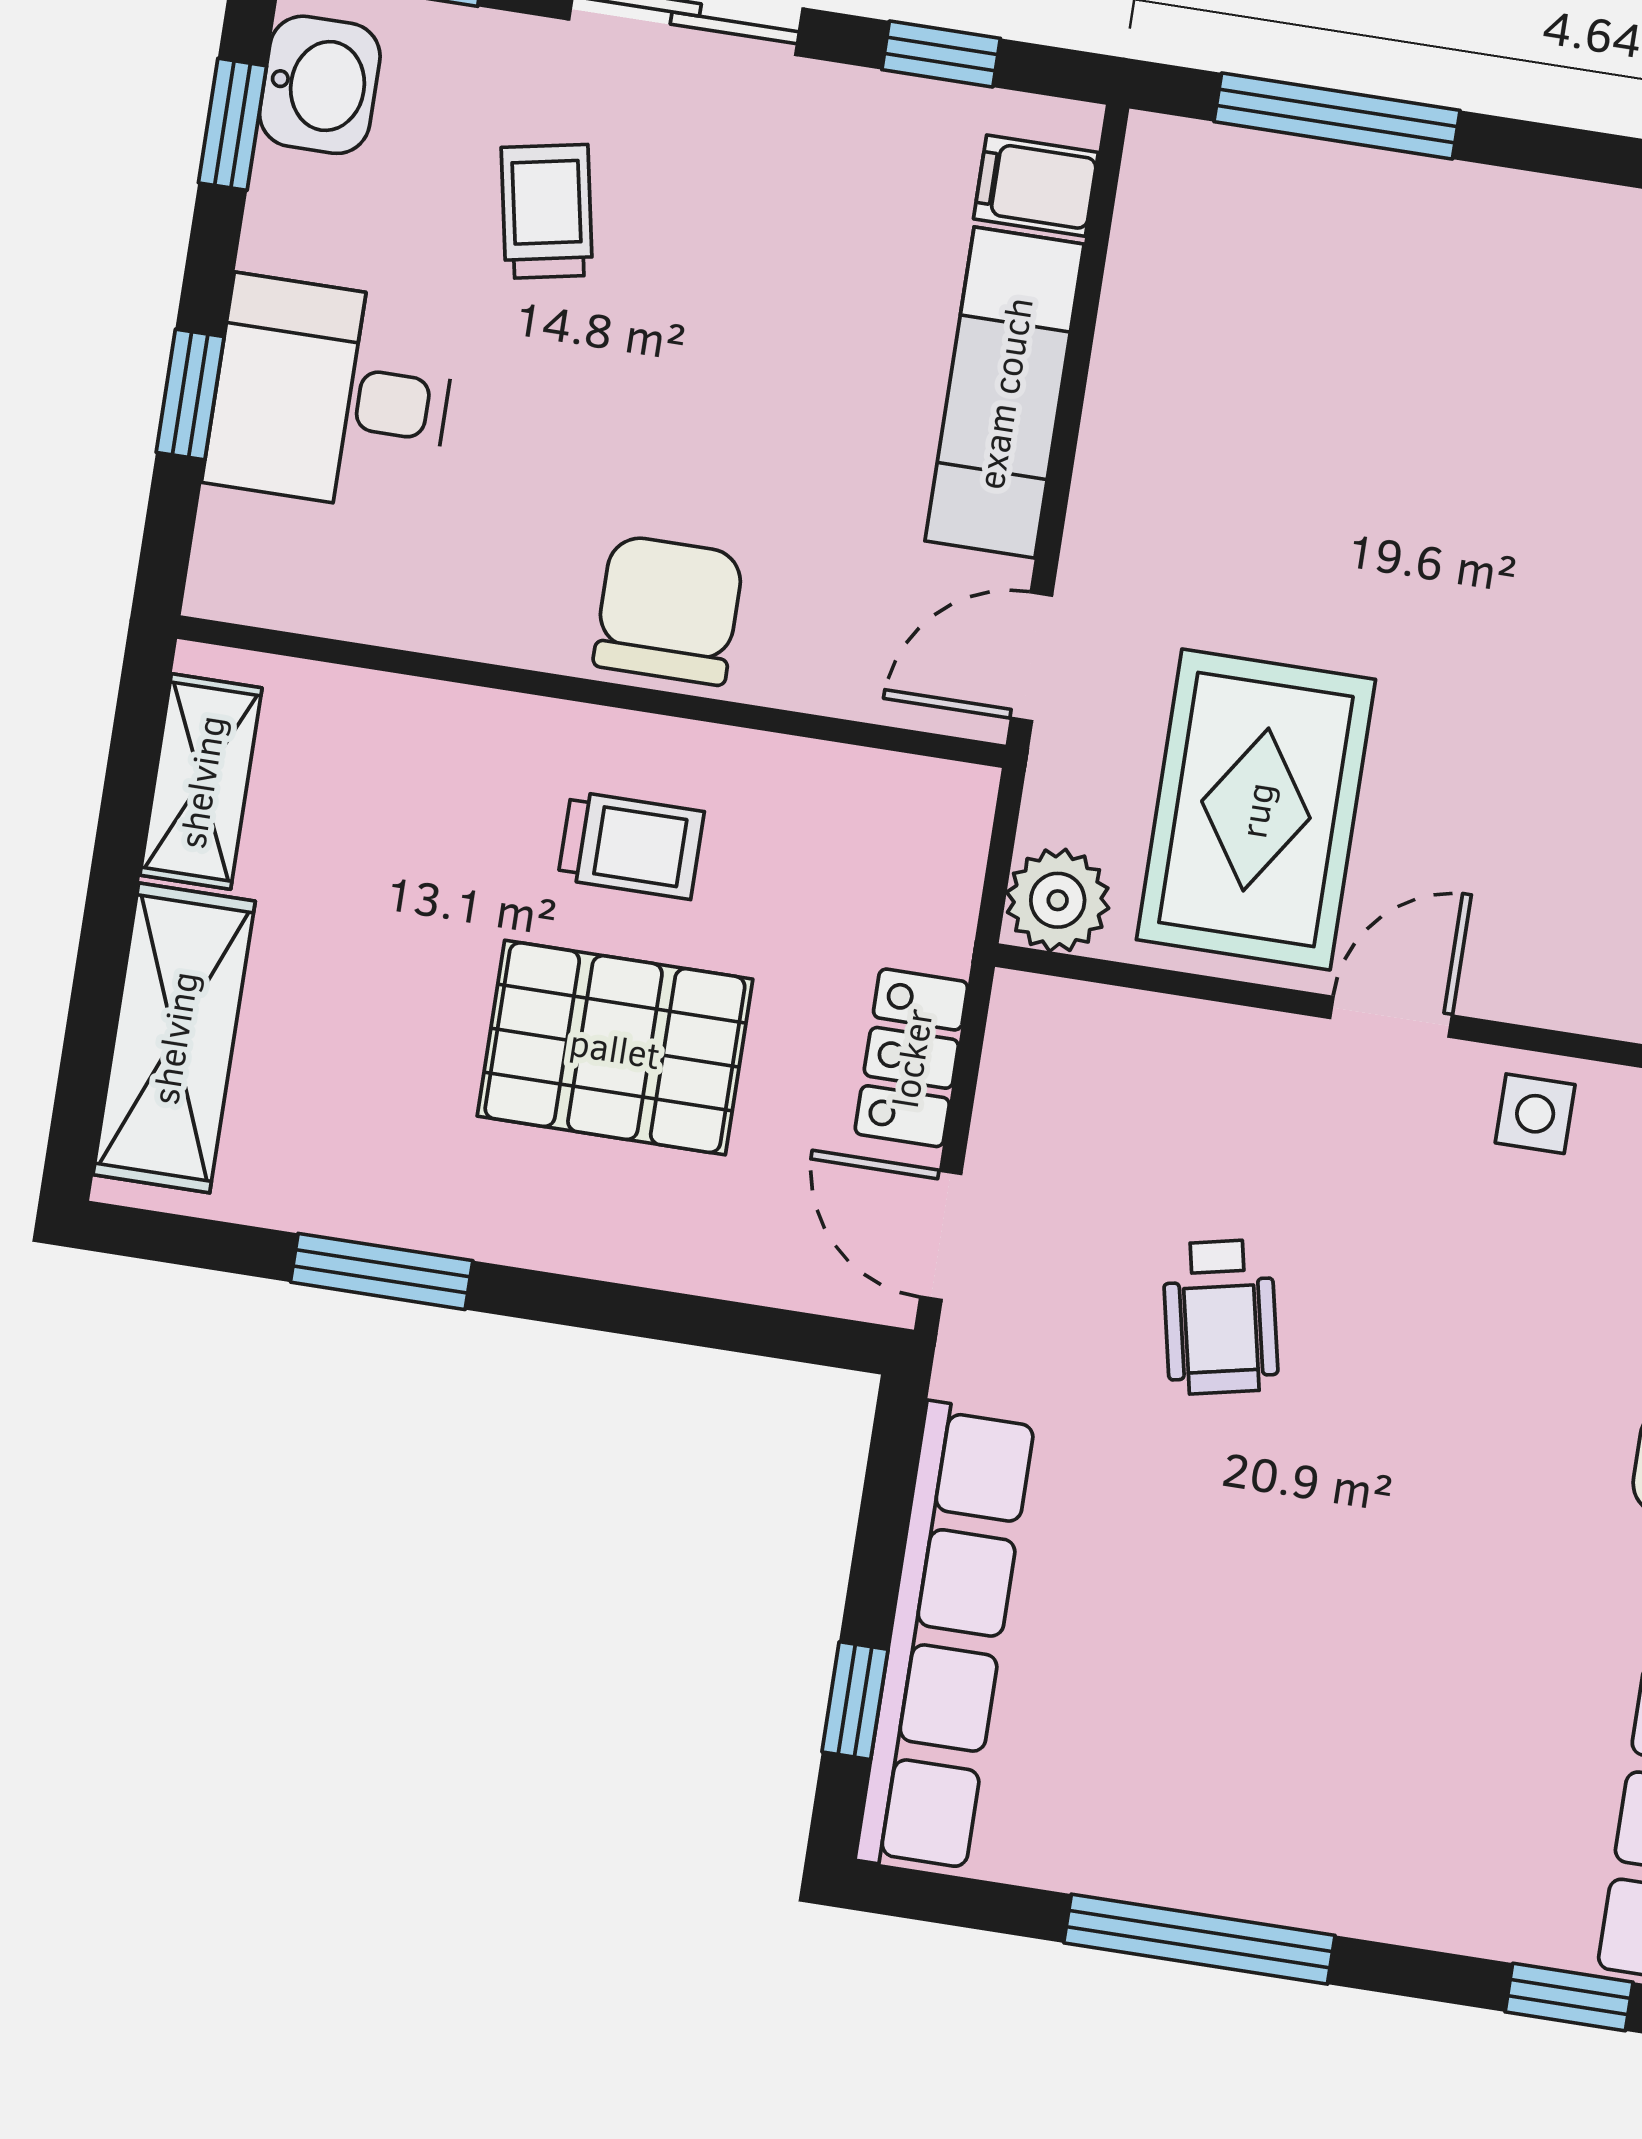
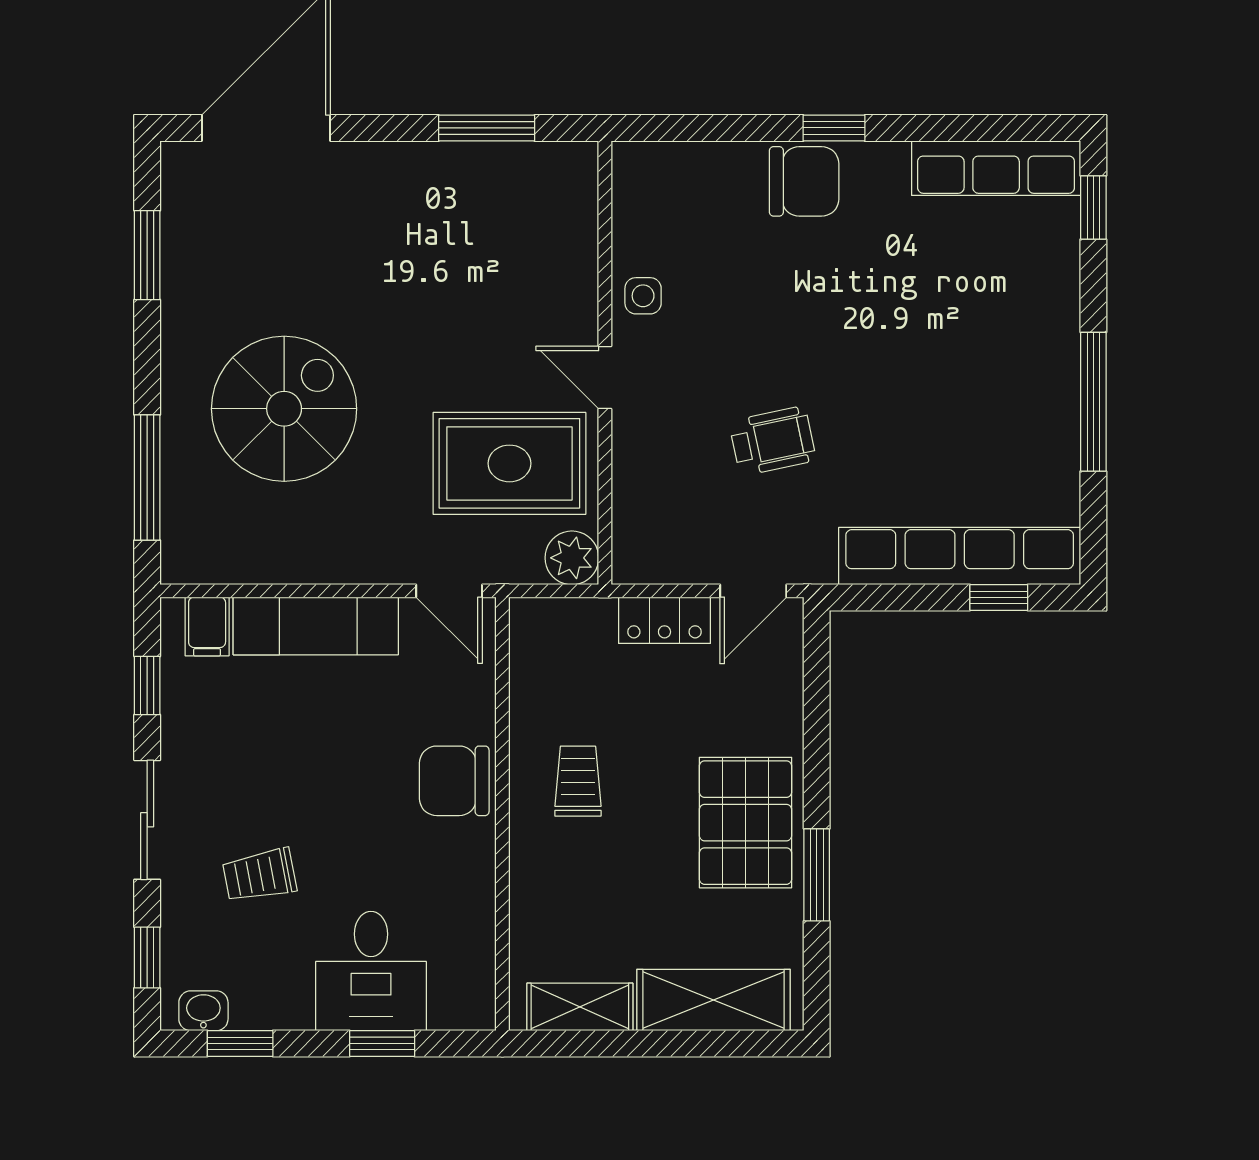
washbasin: (320, 85) -> (203, 1011), width x0.72, depth x0.69
spiral stairs: (1427, 397) -> (284, 409), added
pallet: (615, 1048) -> (746, 823), moved

